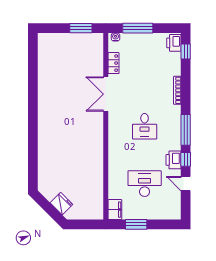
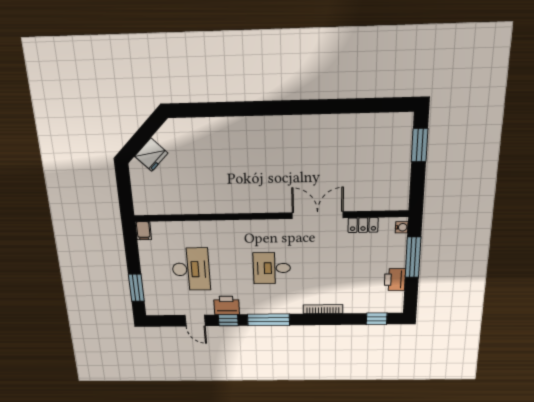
window: (81, 28) -> (420, 145), moved
printer: (174, 43) -> (395, 280), moved, turned -90
door: (186, 184) -> (195, 321), swing flipped
filing cabinet: (115, 210) -> (143, 231), width x0.50
window: (136, 224) -> (136, 288), moved

